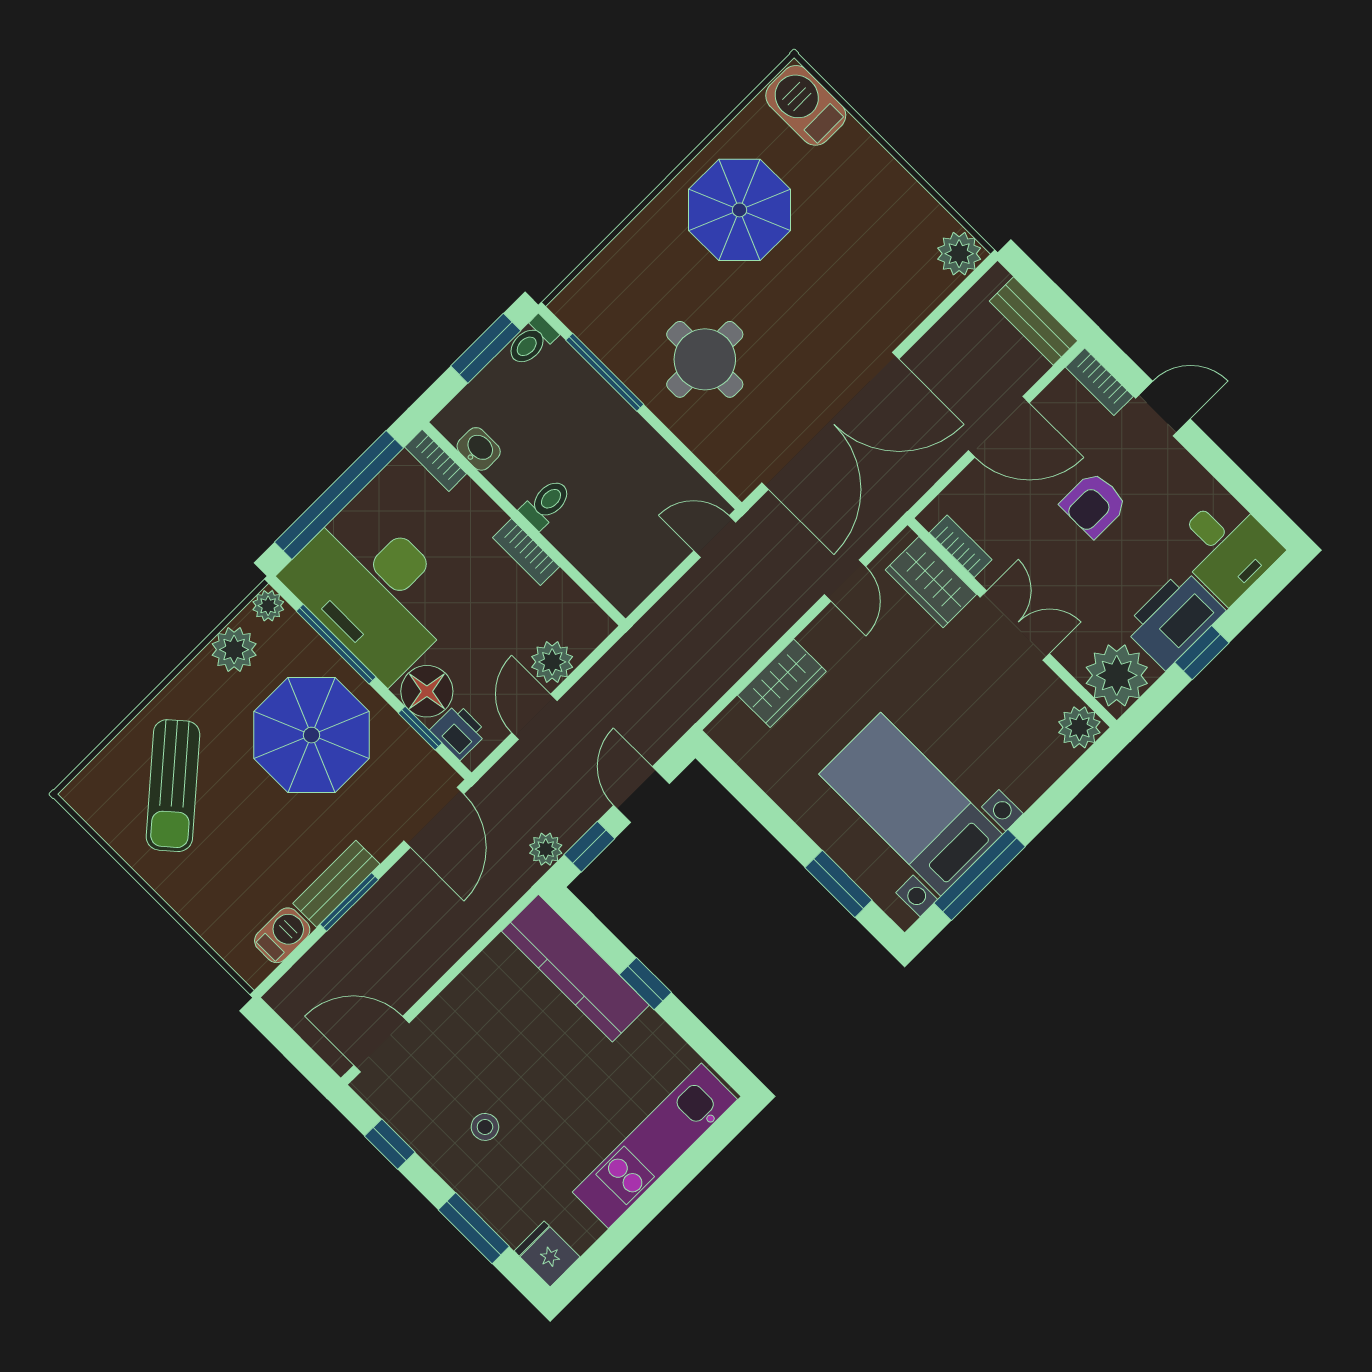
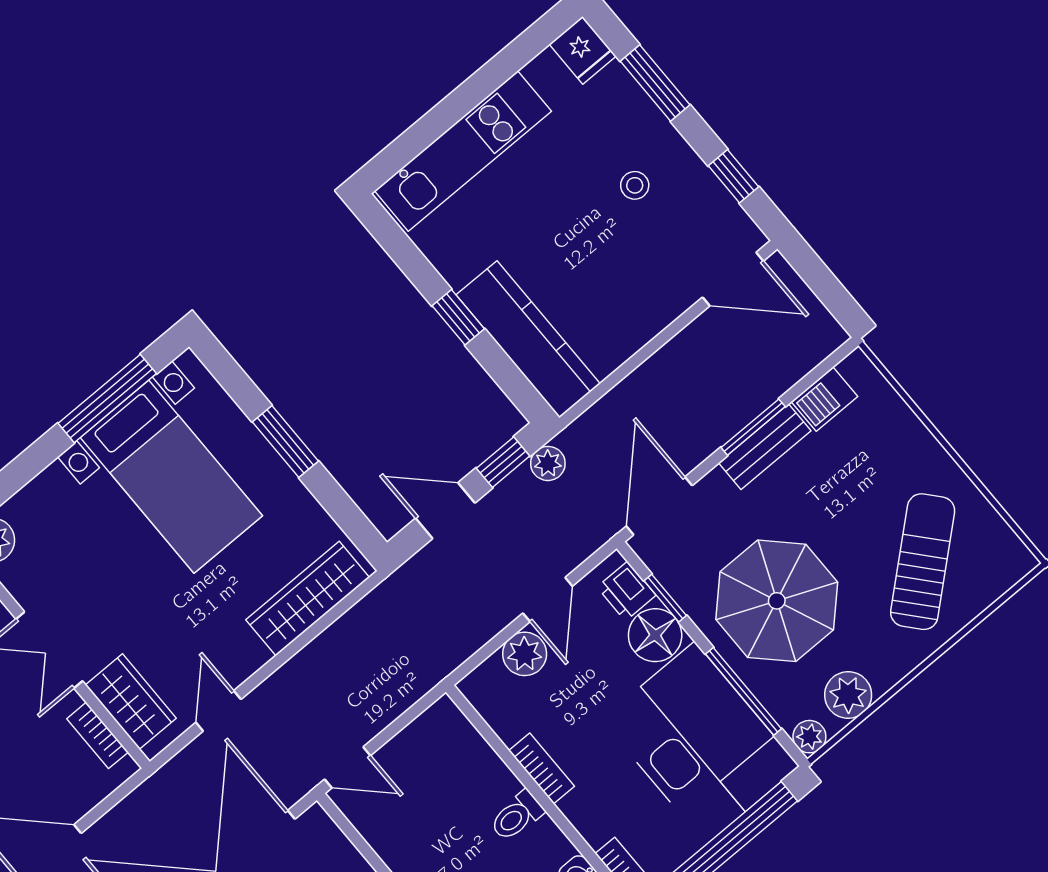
wardrobe: (782, 683) -> (308, 599), width x1.50
door: (641, 795) -> (445, 511), swing flipped
window: (839, 884) -> (285, 441), moved

